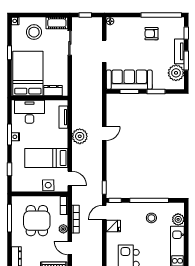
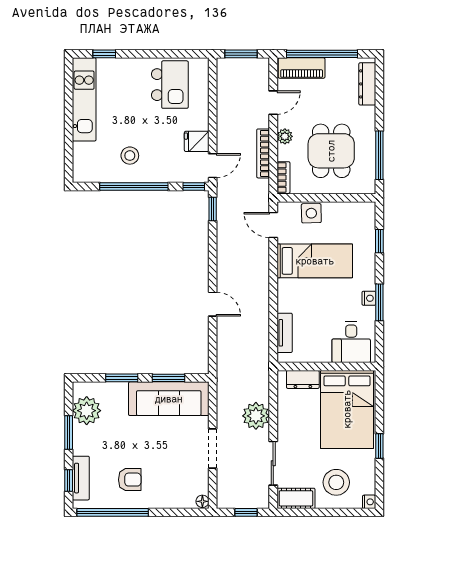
tv unit: (179, 51) -> (81, 478), moved
desk: (30, 112) -> (351, 342), width x0.73
door: (104, 133) -> (213, 304), swing flipped
plant: (80, 136) -> (256, 416), moved
plant: (178, 219) -> (83, 153), removed
door: (70, 248) -> (273, 103), hinge flipped

